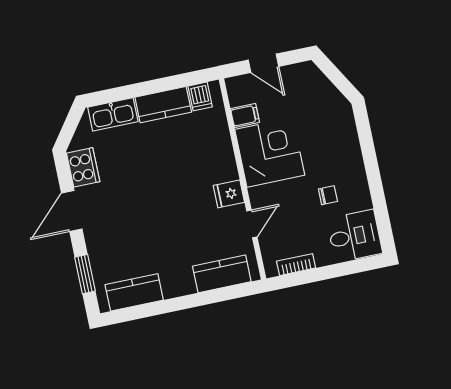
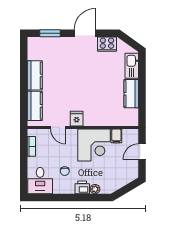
dishwasher: (200, 96) -> (132, 114), removed
plant: (349, 134) -> (95, 189), added
printer: (351, 158) -> (82, 187), added
door: (72, 211) -> (85, 33), hinge flipped
kitchen counter: (134, 292) -> (35, 75), moved

